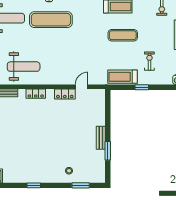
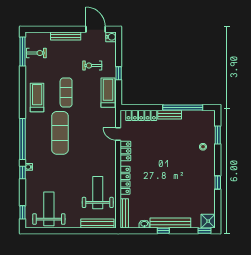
exercise mat: (51, 20) -> (60, 133), moved
treadmill: (123, 77) -> (108, 93), turned 180
locker: (36, 94) -> (125, 180), width x1.53
locker: (100, 110) -> (141, 115), added
window: (108, 151) -> (183, 108), width x2.11

